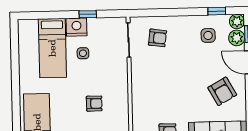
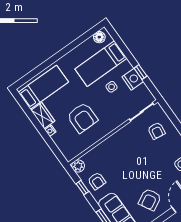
nightstand: (76, 27) -> (133, 79), moved
floor lamp: (25, 32) -> (99, 37), added
armchair: (94, 104) -> (82, 118), width x1.88, depth x1.88

